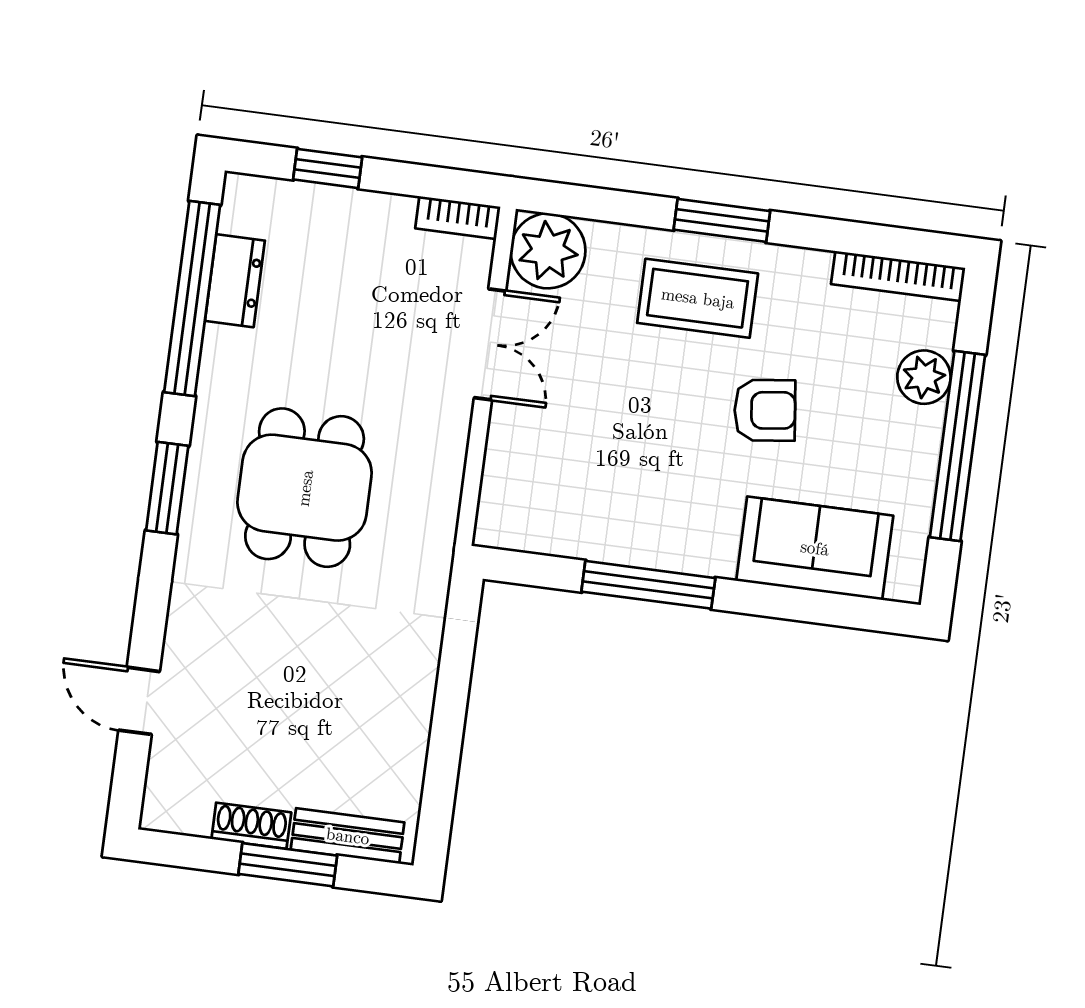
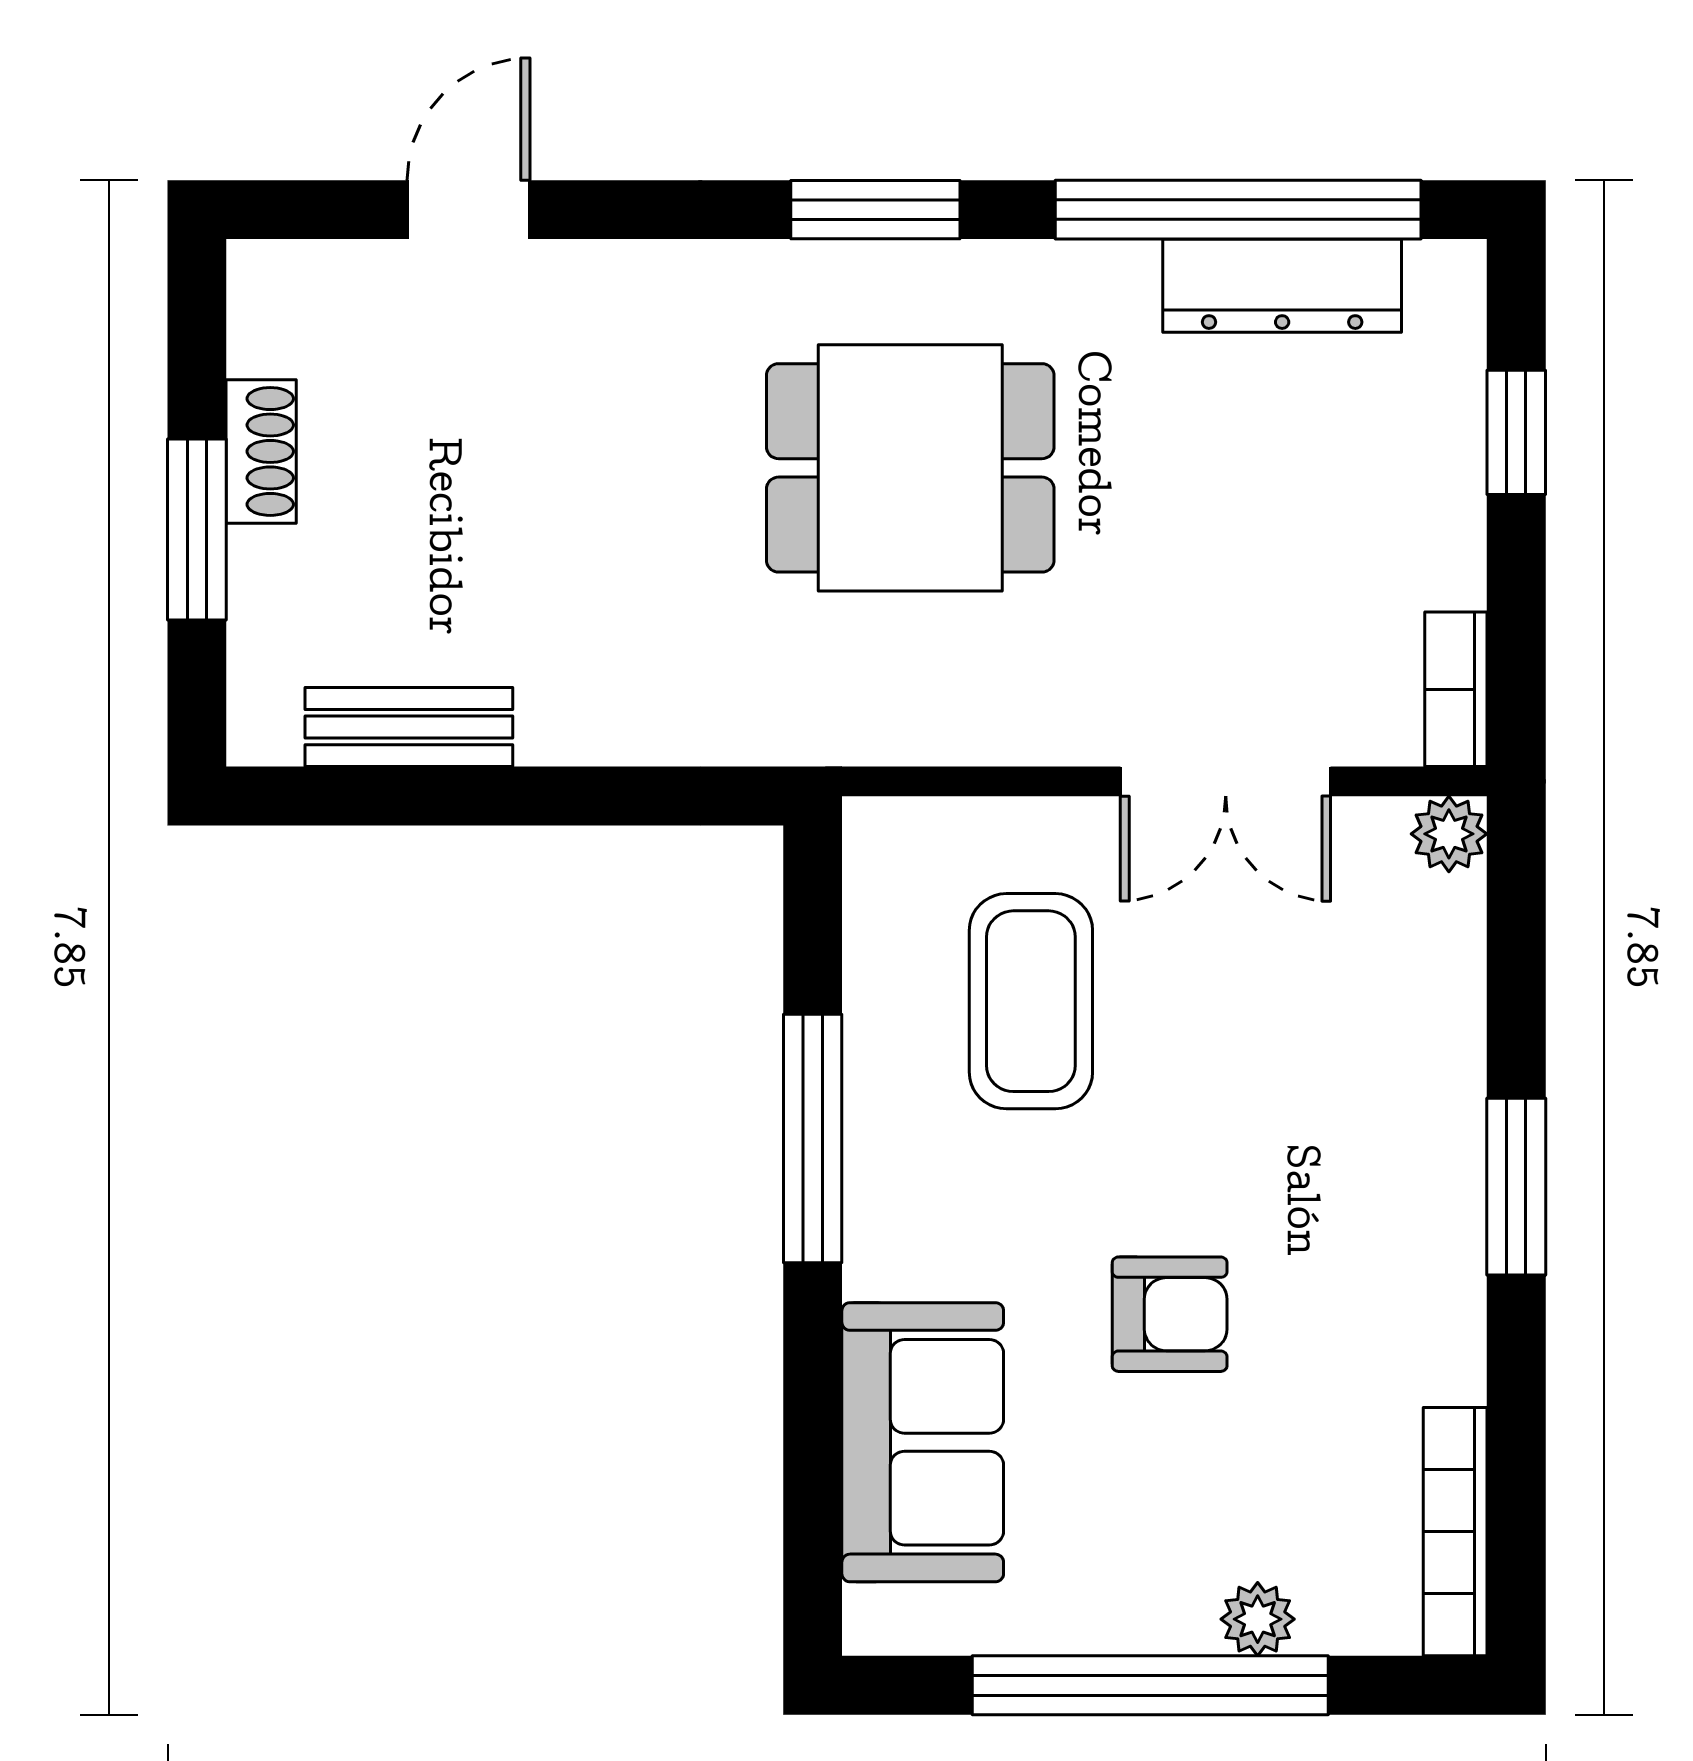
plant: (548, 251) -> (1449, 834), width x0.53, depth x0.53
dresser: (235, 281) -> (1282, 286), width x1.44
coffee table: (698, 298) -> (1031, 1001), moved
plant: (924, 377) -> (1258, 1619), width x0.73, depth x0.73
armchair: (765, 410) -> (1170, 1314), turned -83
bench: (348, 836) -> (409, 727), moved, turned 90

